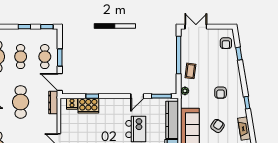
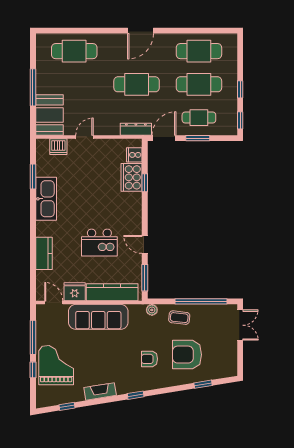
armchair: (226, 43) -> (187, 355), moved, width x1.88, depth x1.88
cafe table: (21, 57) -> (199, 84), width x1.37, depth x1.35
armchair: (217, 126) -> (104, 355), removed

